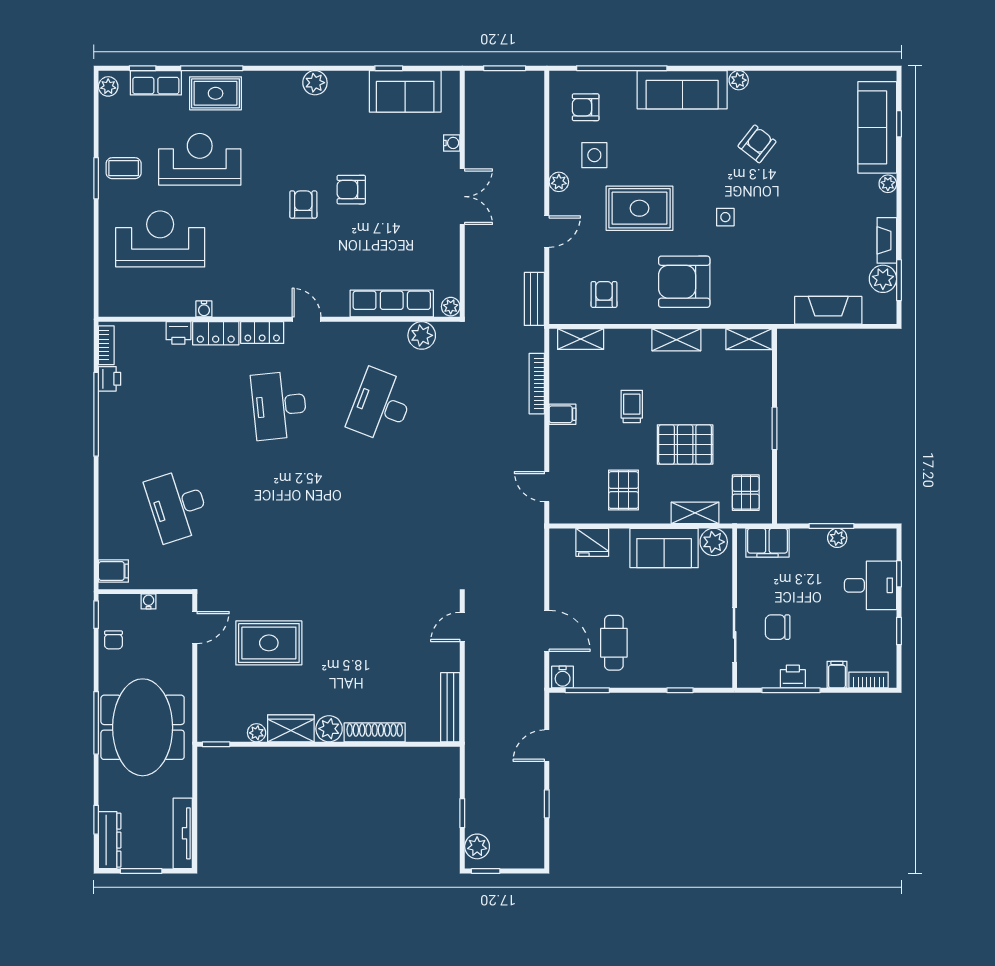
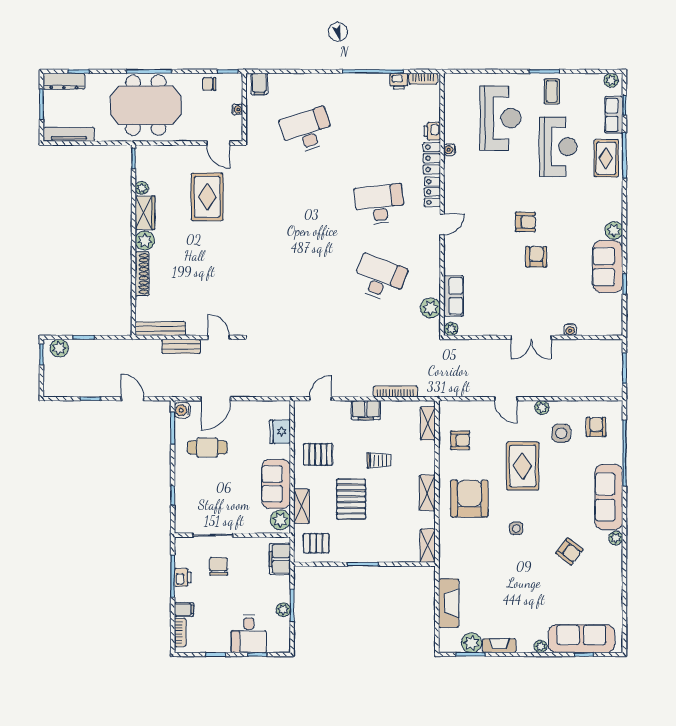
sofa: (405, 91) -> (608, 267), moved
bench: (534, 299) -> (181, 346), moved
row of seats: (392, 304) -> (454, 296), width x0.68
filing cabinet: (563, 414) -> (366, 410), width x2.00

